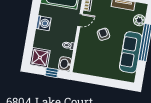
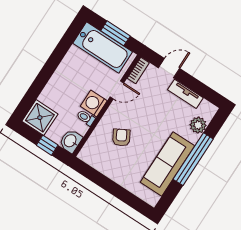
washing machine: (44, 23) -> (94, 103), moved, turned 180
armchair: (103, 34) -> (121, 137), moved

